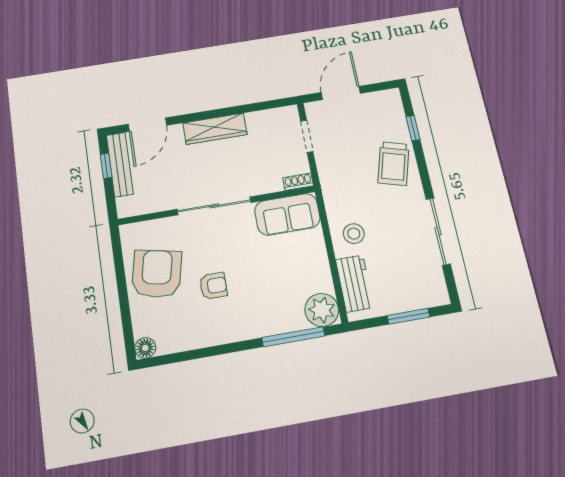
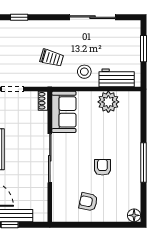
trolley: (393, 164) -> (52, 58), moved, width x0.73, depth x0.72
armchair: (157, 274) -> (88, 202), width x0.53, depth x0.53
plant: (322, 310) -> (108, 102), moved
window: (293, 337) -> (143, 163), moved

